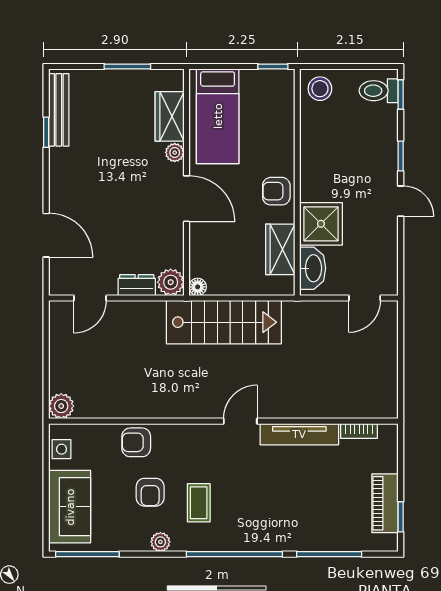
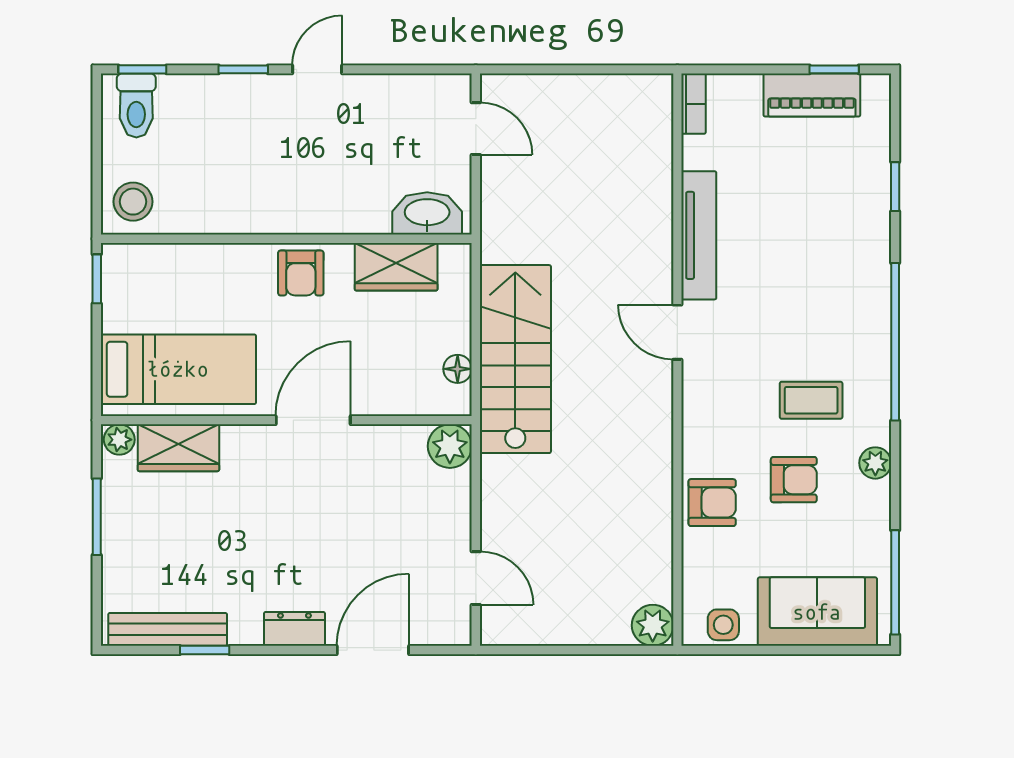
plant: (175, 153) -> (119, 440), moved
shower: (321, 224) -> (354, 200), removed
dresser: (137, 285) -> (294, 629), moved, turned 90
floor lamp: (198, 287) -> (458, 369), moved
bookcase: (359, 431) -> (694, 104), moved
armchair: (136, 442) -> (712, 503), turned -90
window: (329, 554) -> (895, 187), width x0.46

